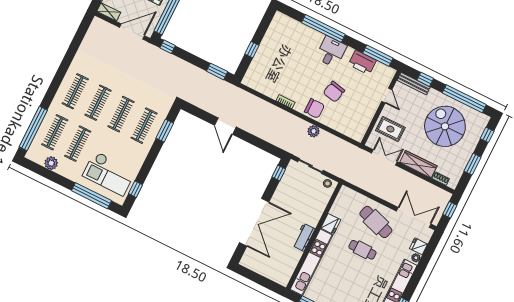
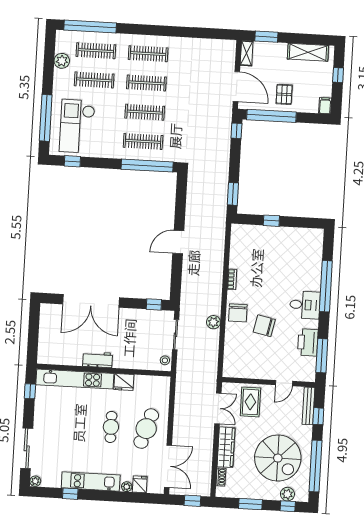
door: (225, 126) -> (178, 242), moved
spiral stairs: (445, 126) -> (278, 458), turned 90
window: (165, 131) -> (147, 166), width x2.11
plant: (477, 131) -> (287, 494), added

